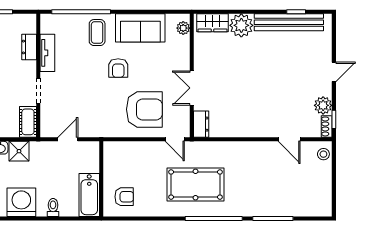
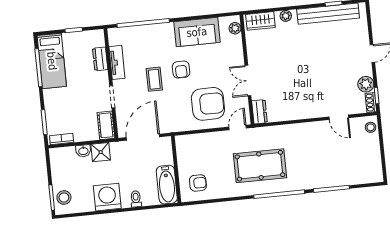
plant: (241, 25) -> (286, 16), width x0.53, depth x0.53
coffee table: (97, 33) -> (154, 79), moved
door: (68, 139) -> (143, 137), width x1.88
door: (175, 139) -> (238, 128), swing flipped

